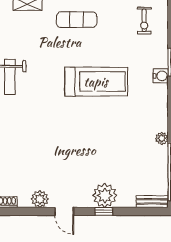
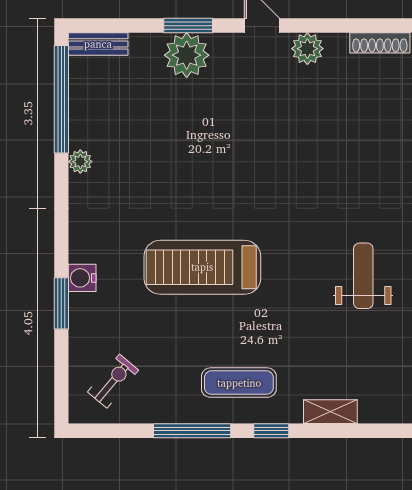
exercise bike: (144, 20) -> (113, 381), turned 40
window: (104, 211) -> (188, 26), width x1.50

